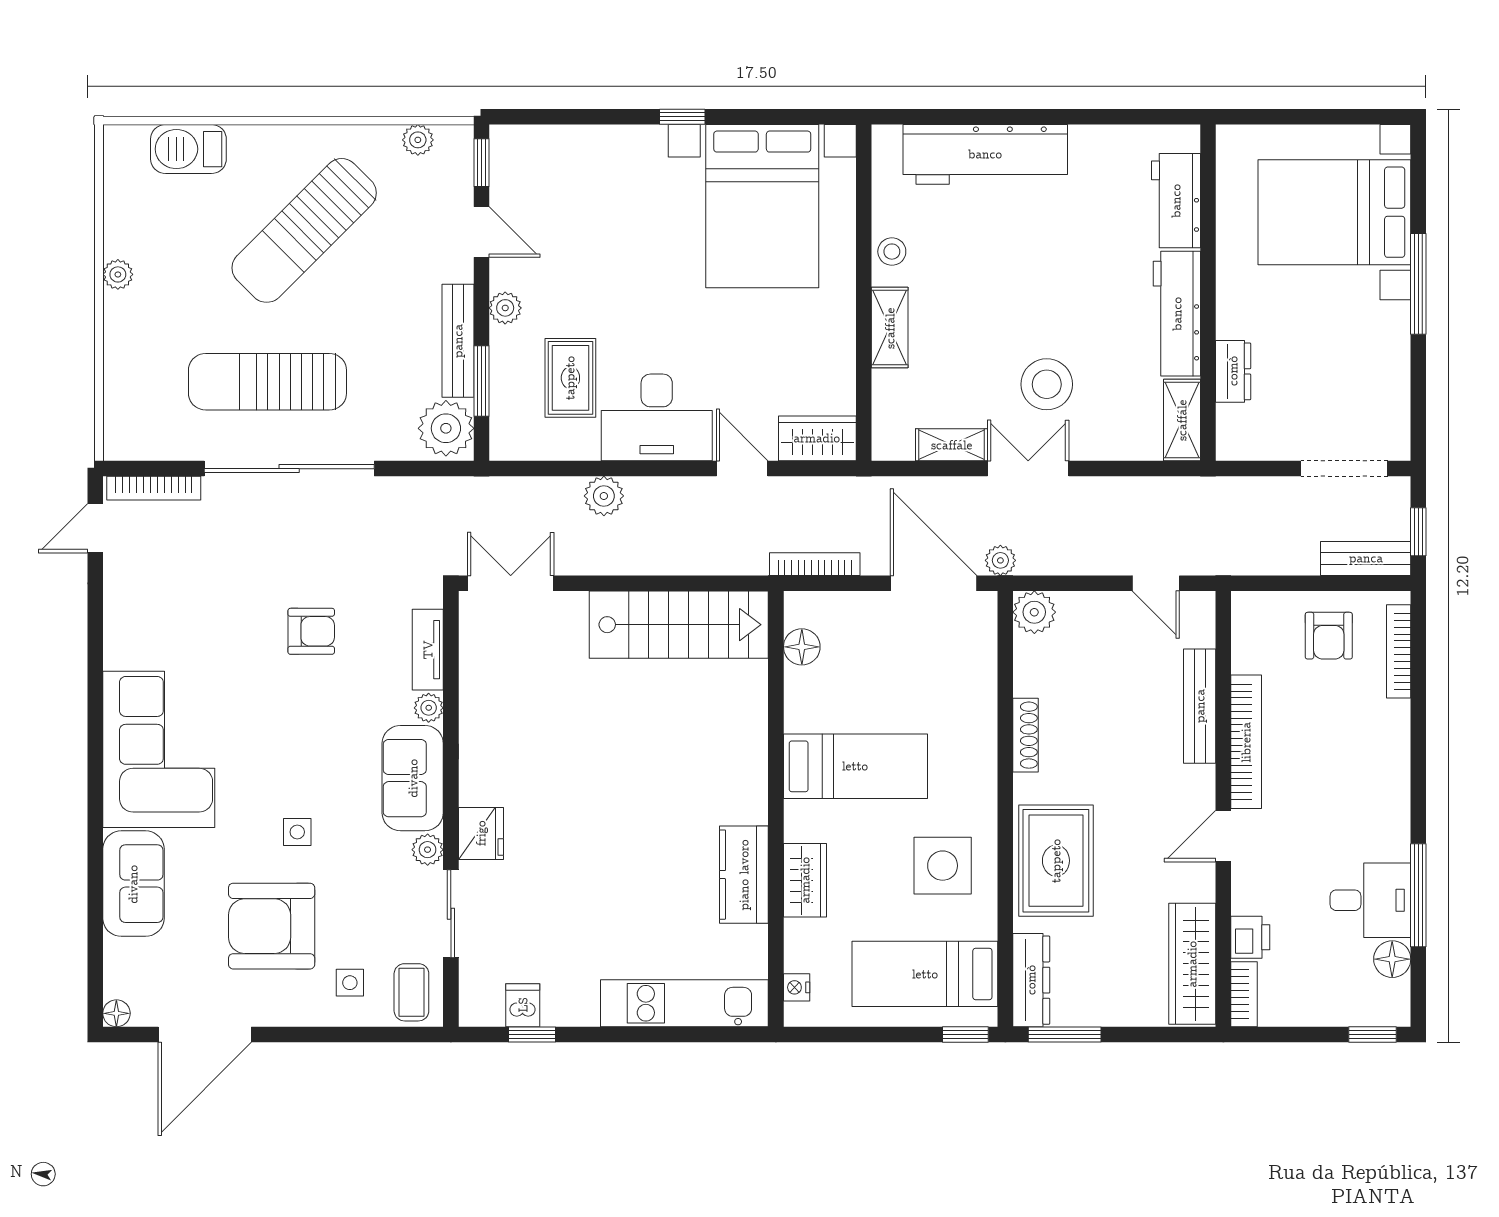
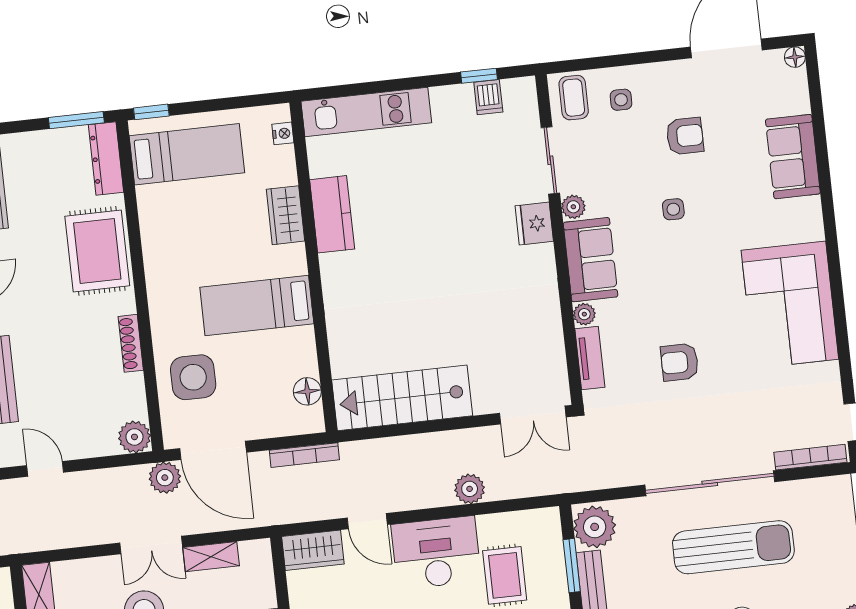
plant: (1000, 560) -> (165, 478), width x1.38, depth x1.38
corner sofa: (159, 749) -> (790, 305), moved
side table: (943, 866) -> (193, 377), moved
armchair: (272, 926) -> (685, 136), width x0.53, depth x0.53

